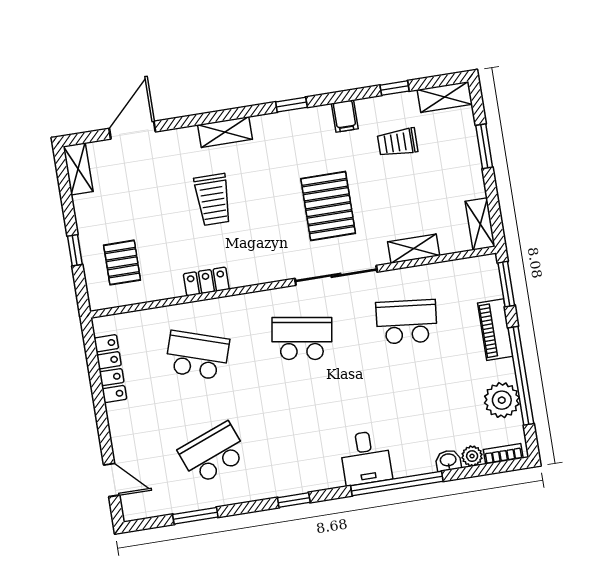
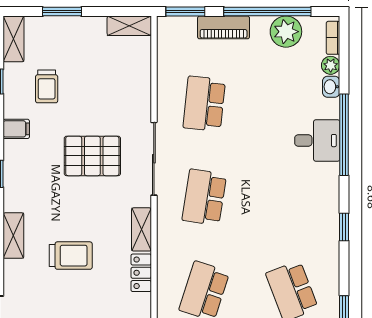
shelving: (414, 249) -> (141, 229), moved
desk: (366, 458) -> (317, 141), moved

